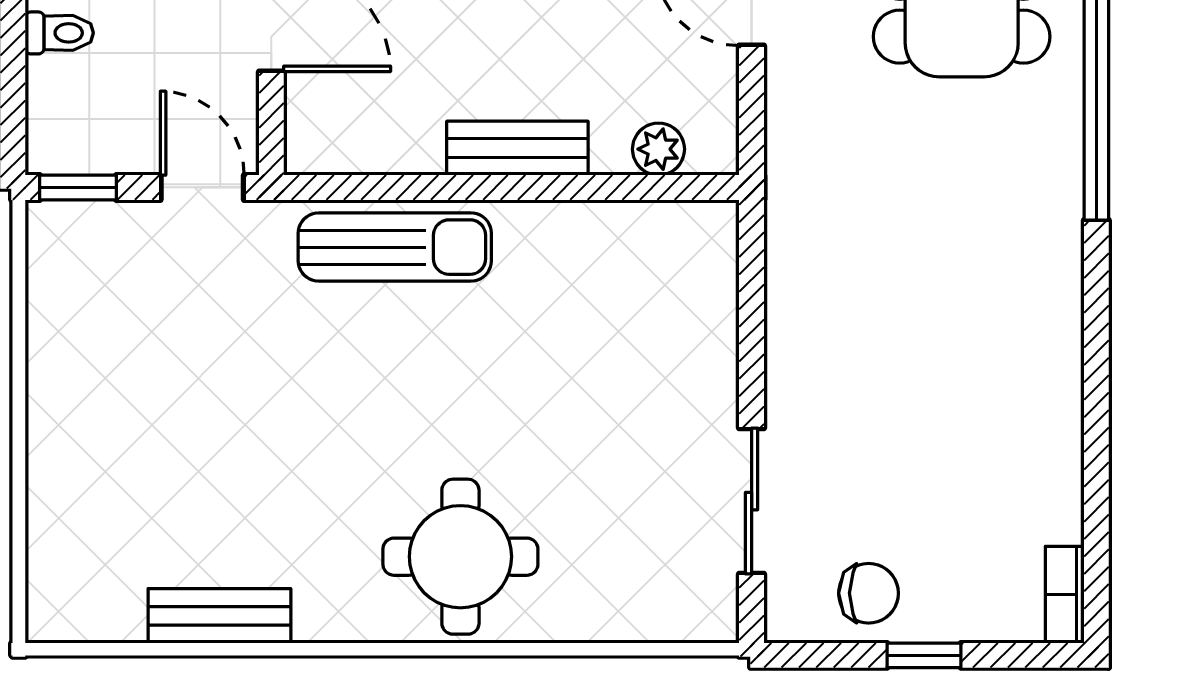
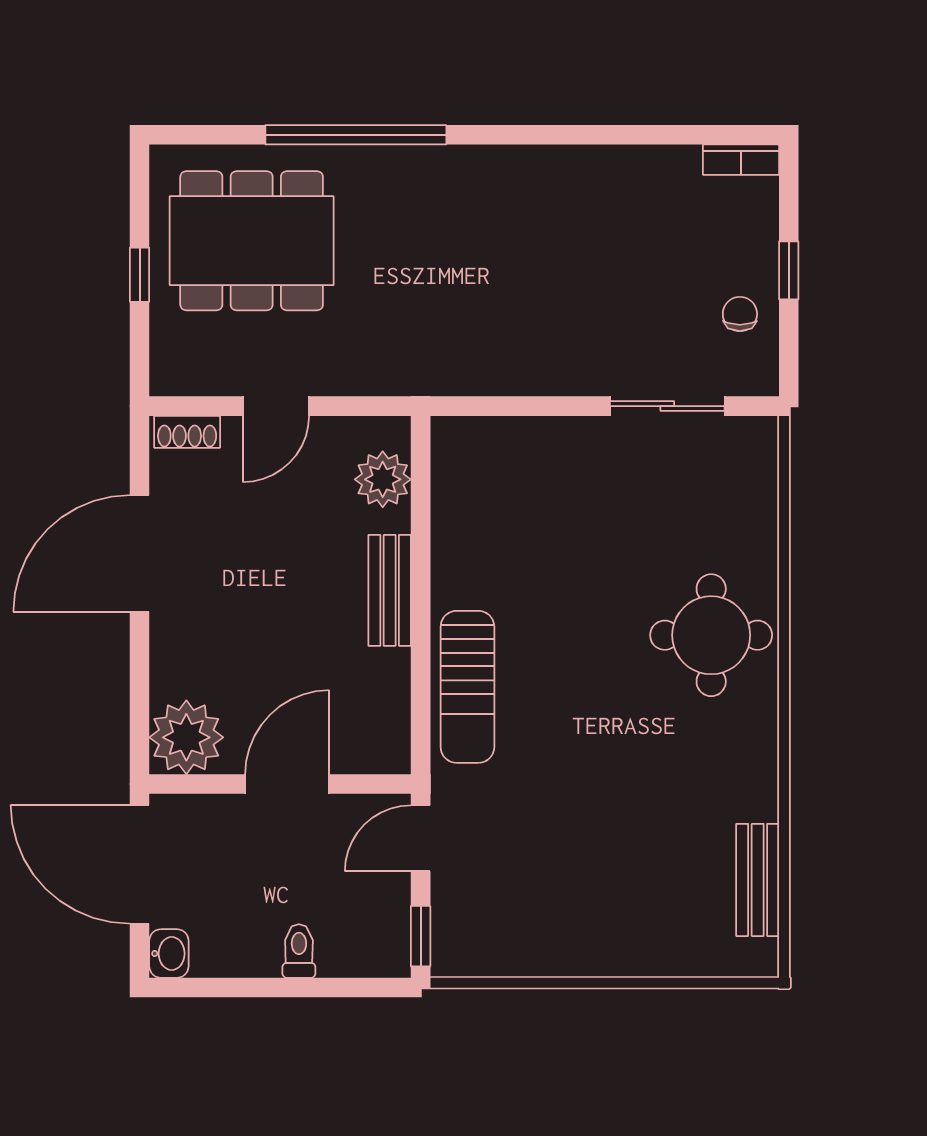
plant: (658, 149) -> (383, 479), width x1.38, depth x1.38
sun lounger: (395, 247) -> (467, 687), turned 180
chair: (869, 593) -> (740, 314), width x0.73, depth x0.73
bench: (219, 616) -> (758, 880), moved

